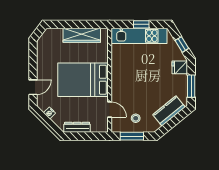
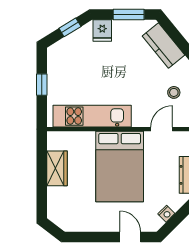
wardrobe: (82, 35) -> (57, 168), width x0.67
kitchen unit: (139, 36) -> (92, 116), moved, turned -90

